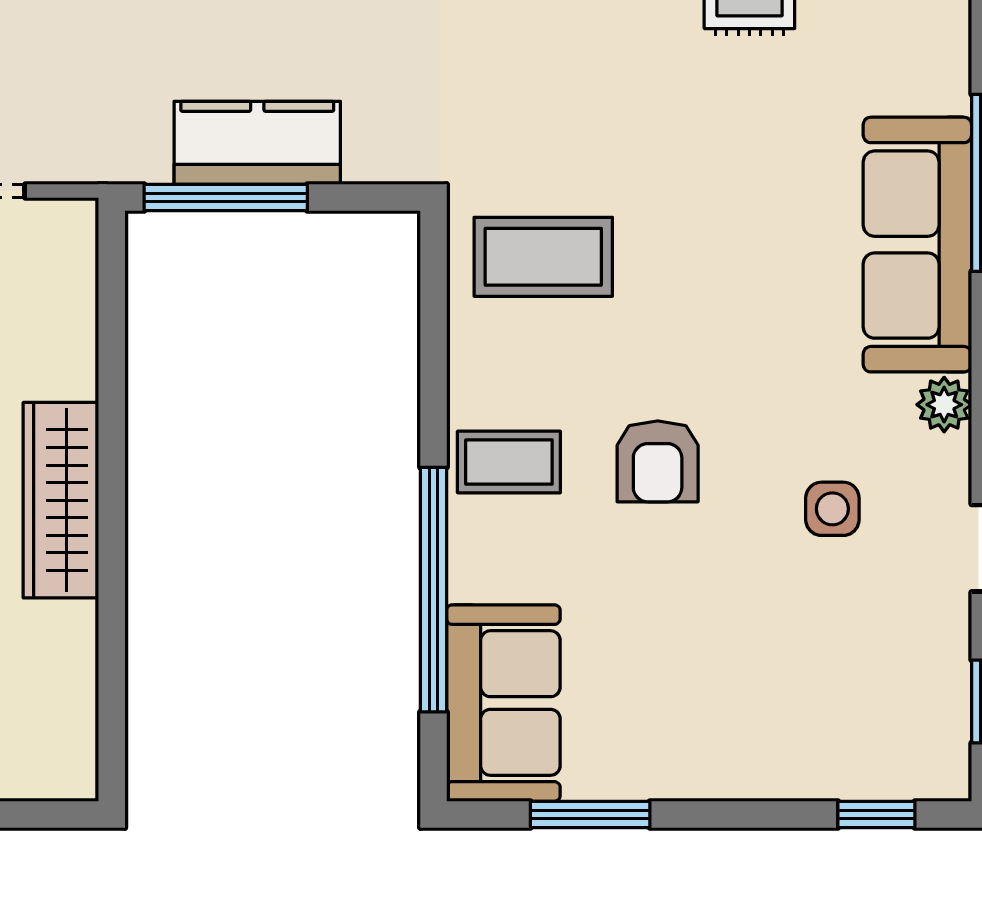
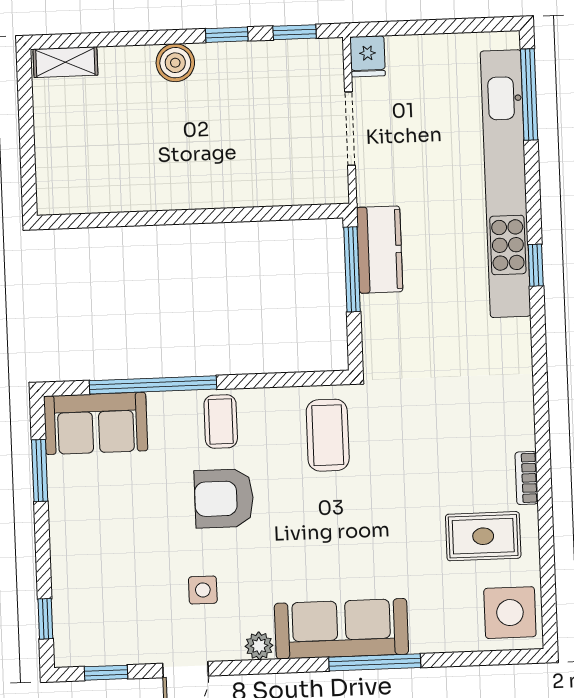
kitchen counter: (257, 143) -> (380, 250), moved
armchair: (658, 461) -> (224, 498), width x1.38, depth x1.38
wardrobe: (61, 500) -> (192, 190), removed

